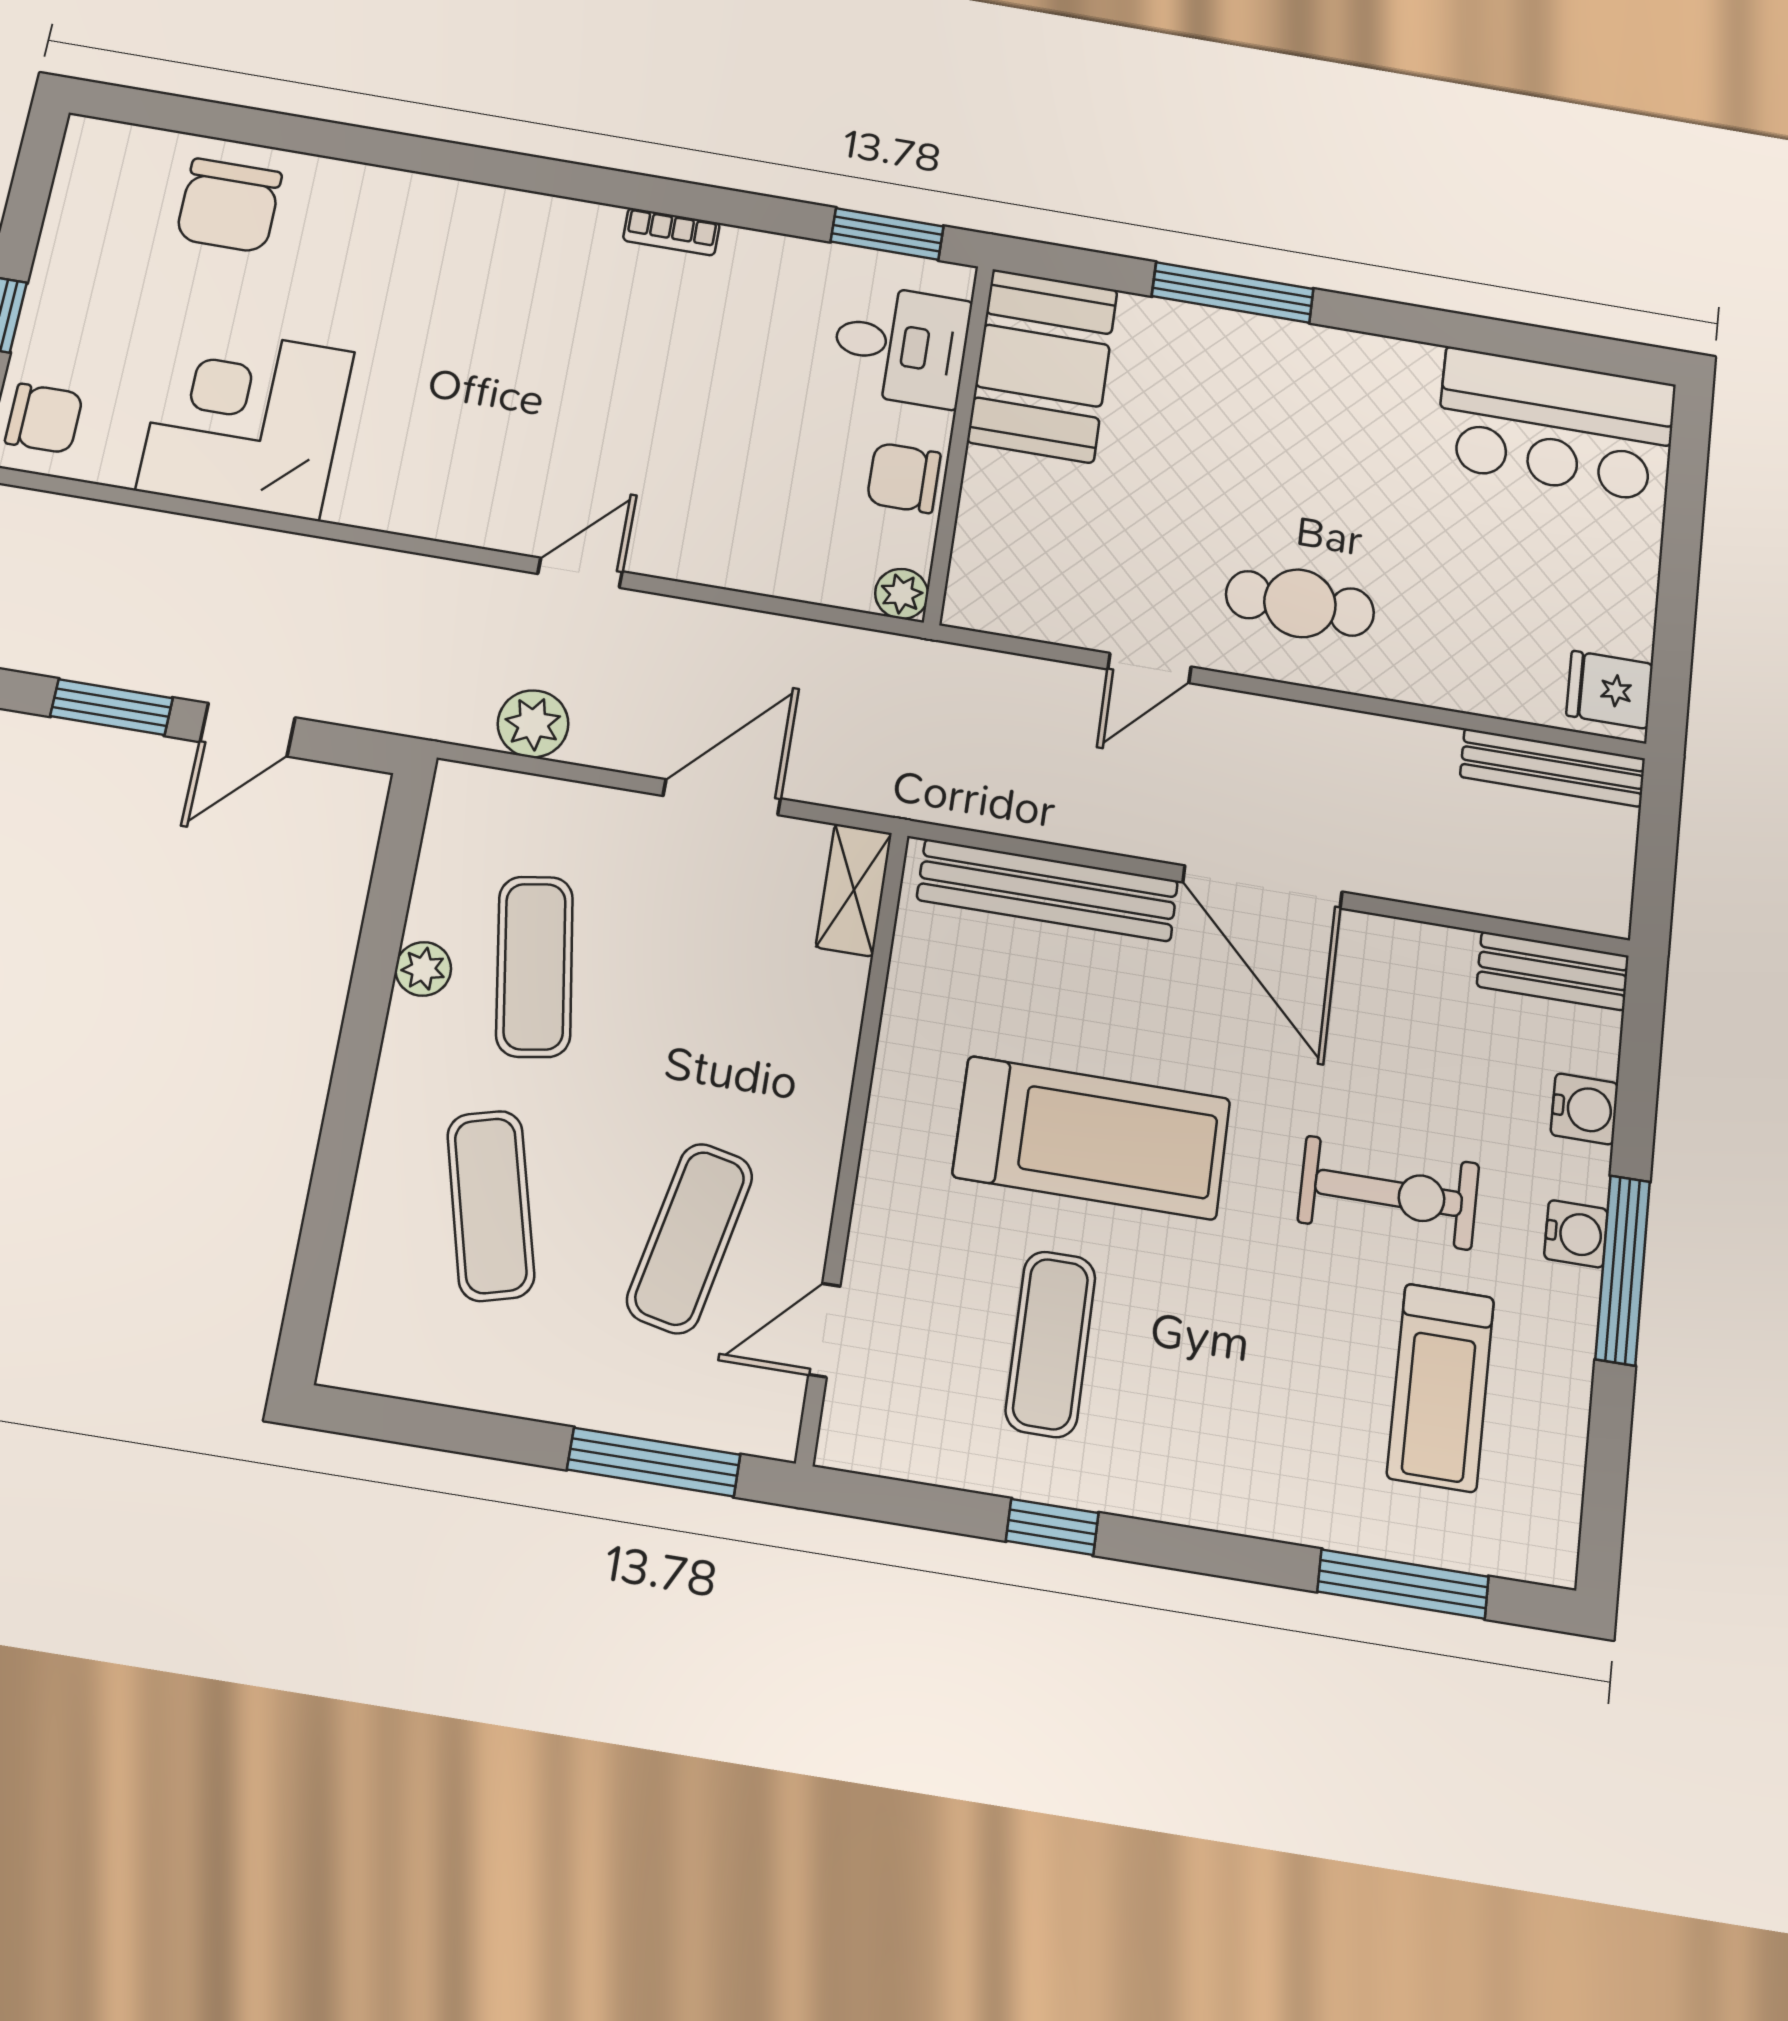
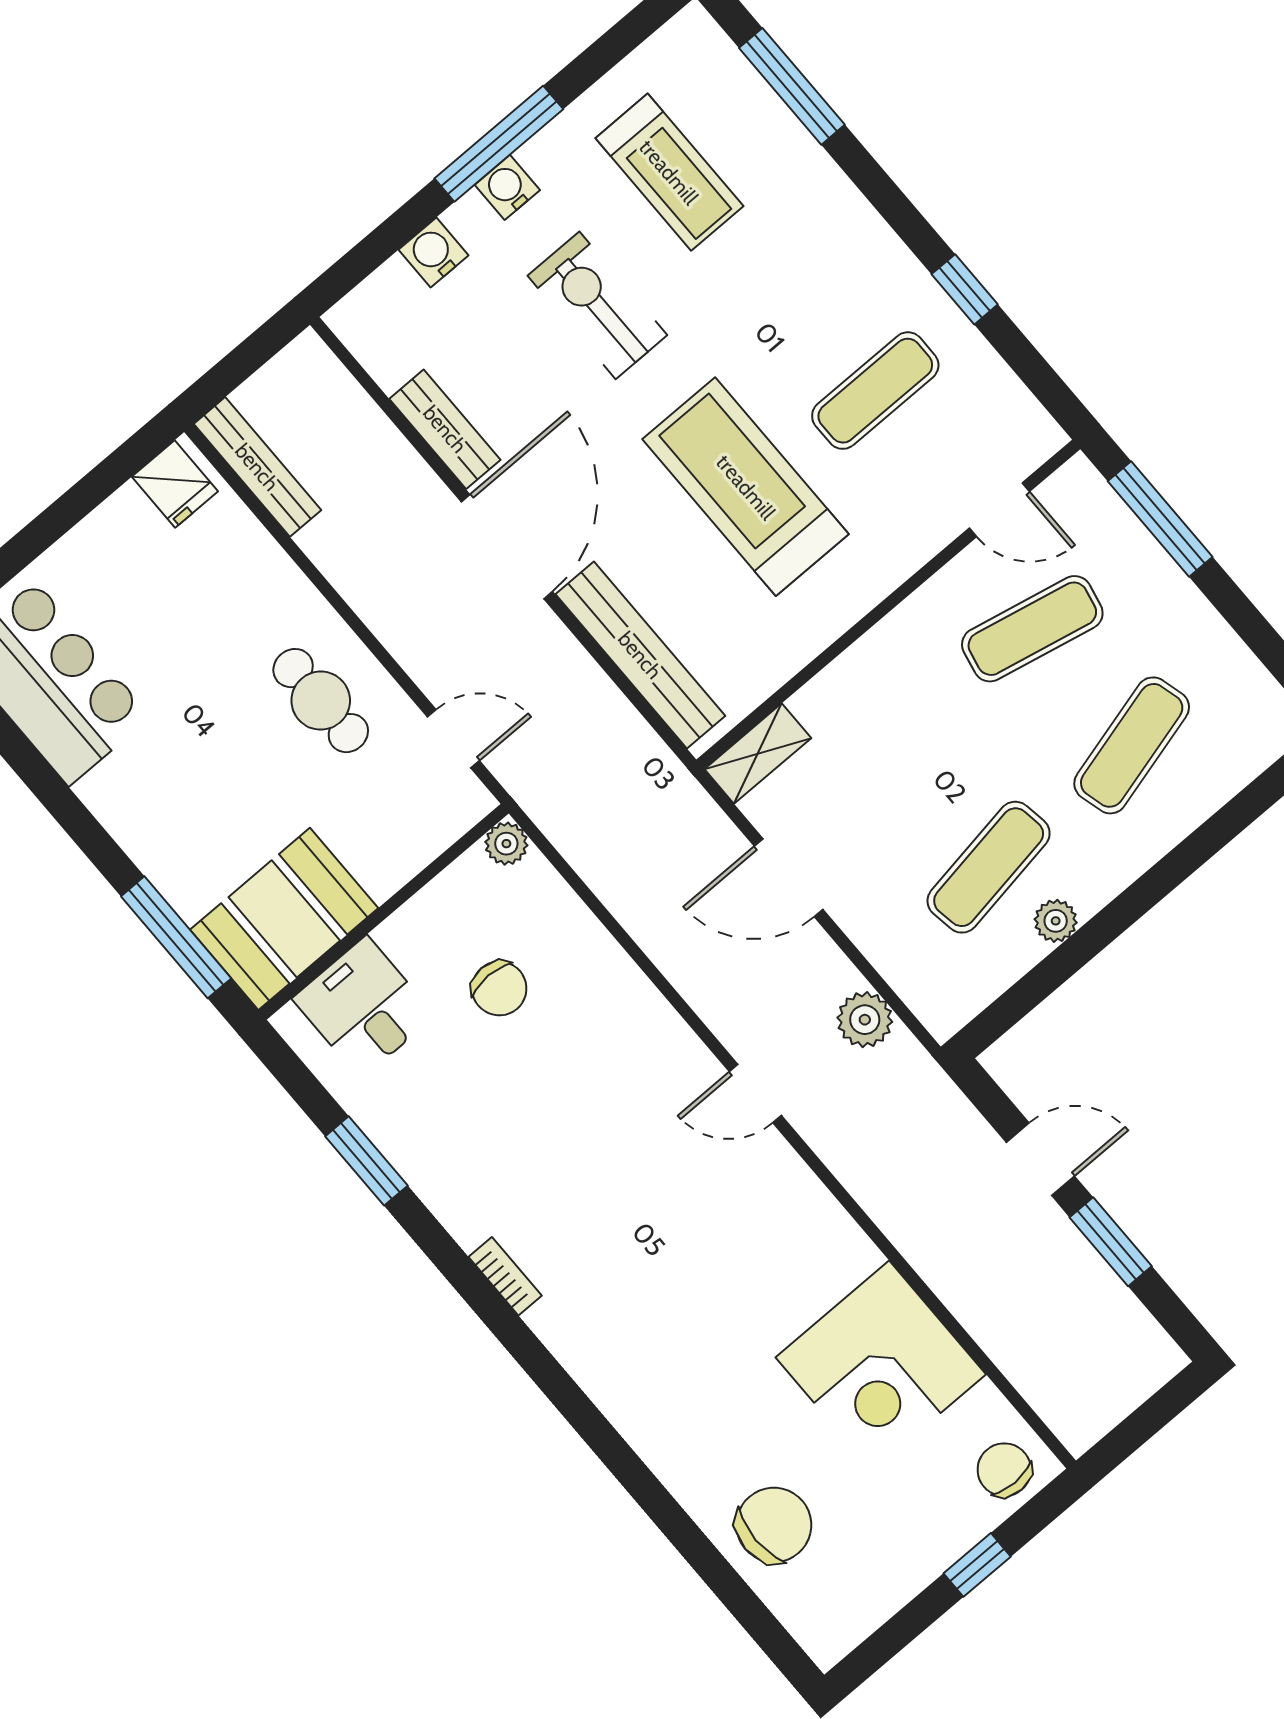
desk: (901, 345) -> (364, 1007), moved
booth: (1043, 366) -> (284, 919), moved
wall: (959, 443) -> (384, 912), moved
plant: (902, 594) -> (506, 844), moved
bench: (1553, 971) -> (445, 429), moved
treadmill: (1441, 1387) -> (669, 172), turned 90

